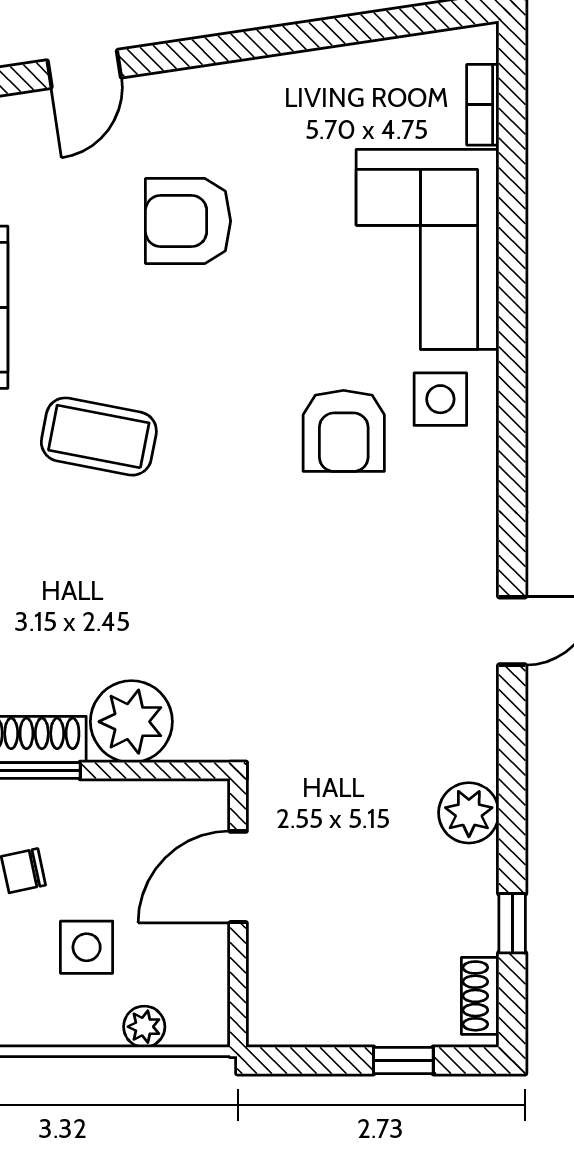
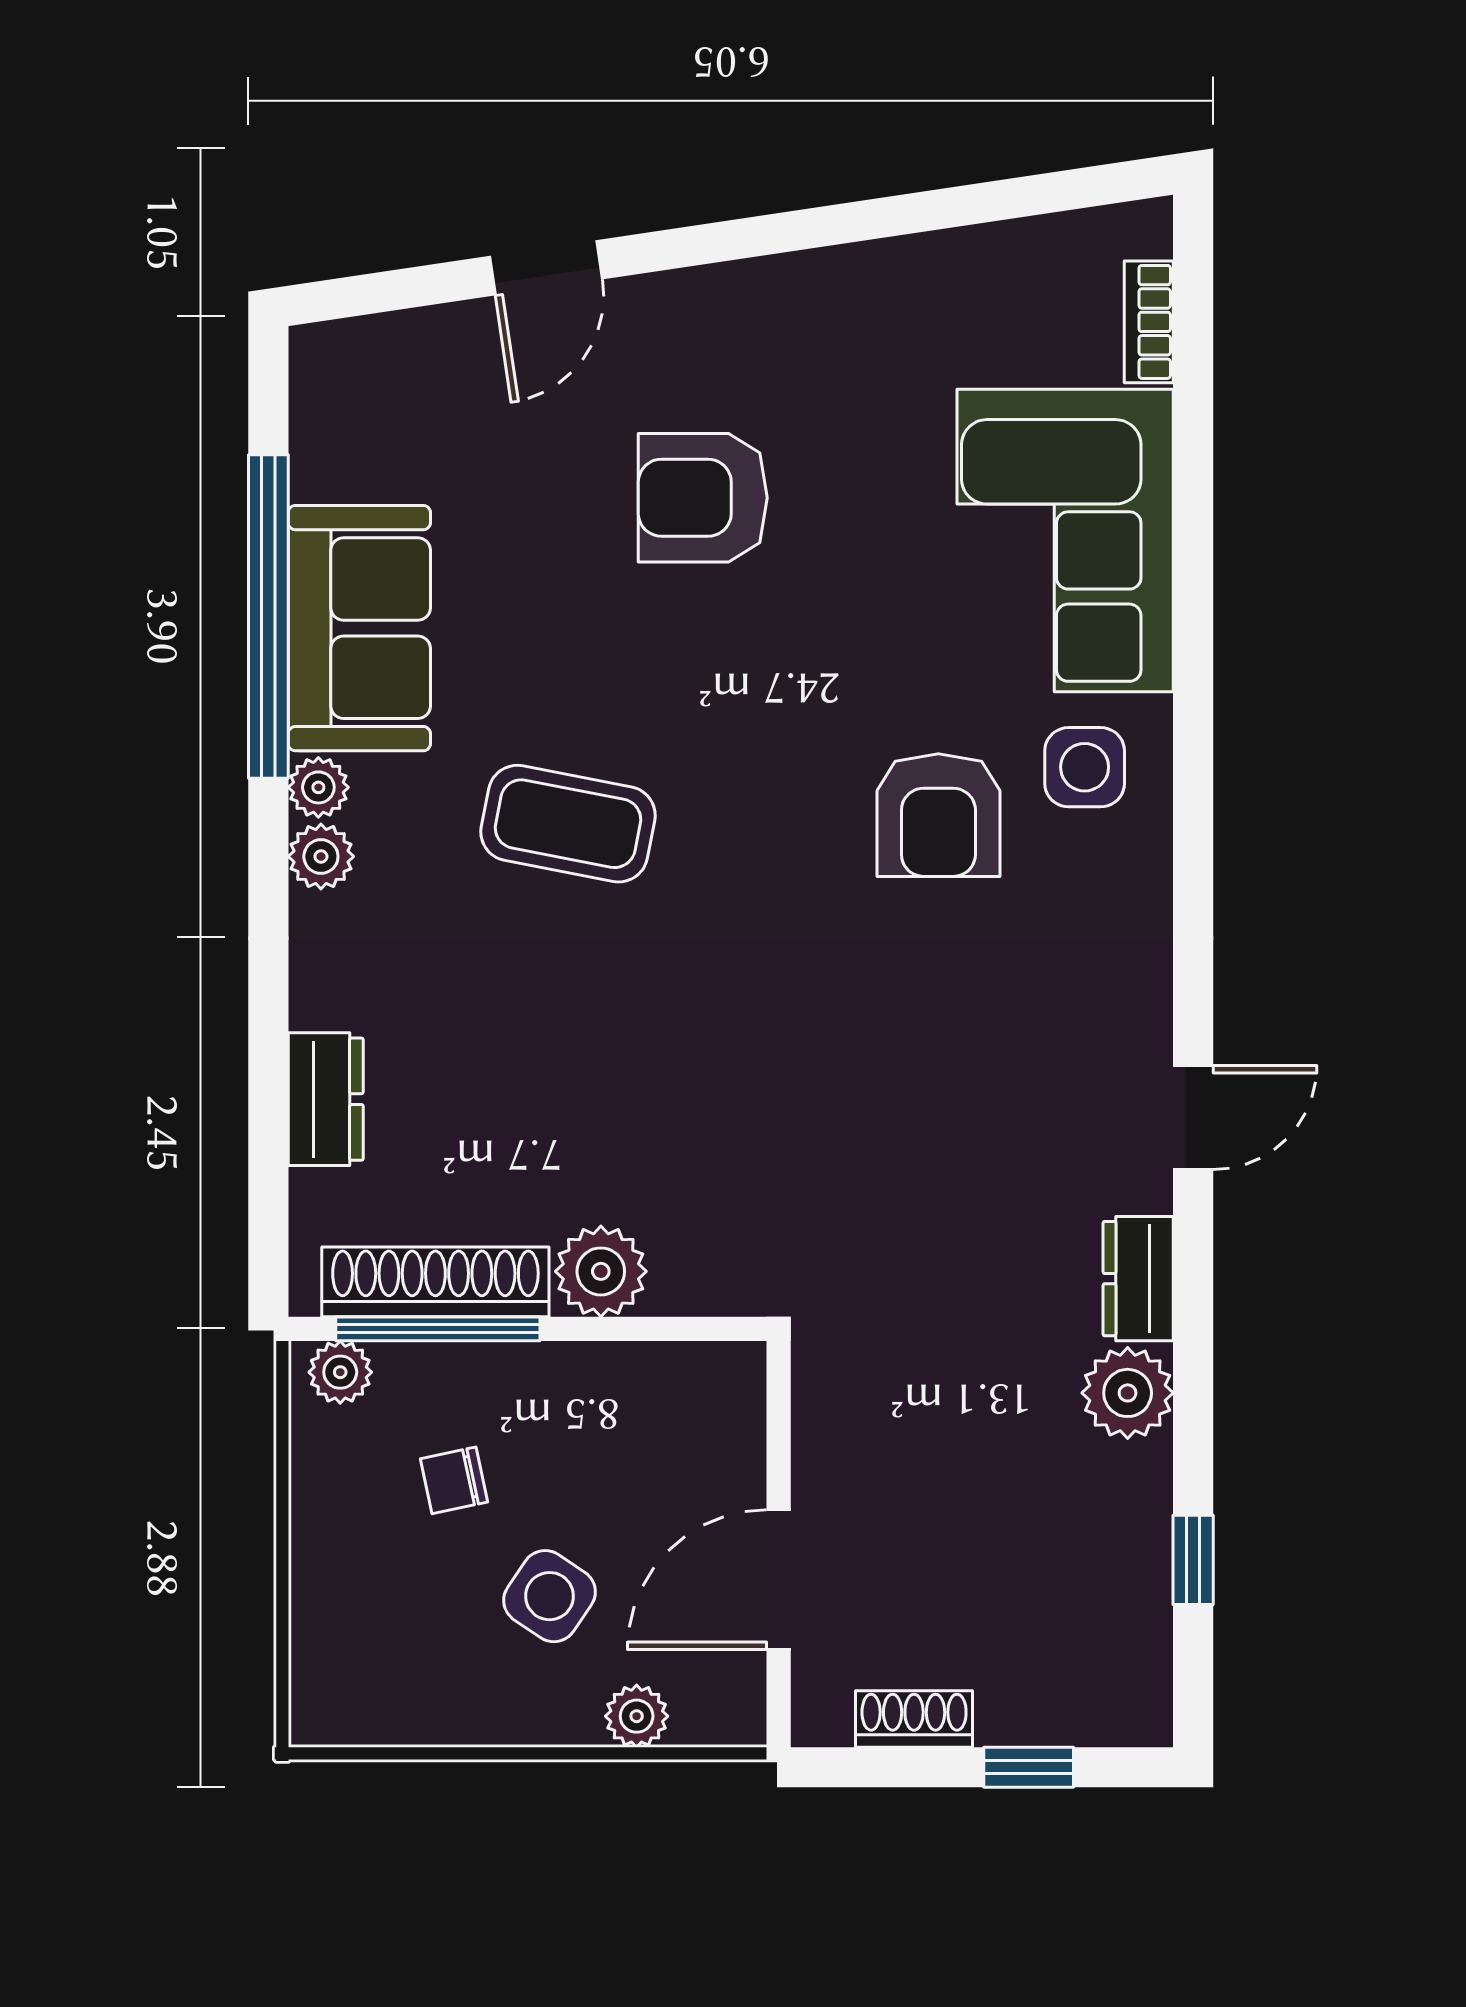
plant: (131, 722) -> (601, 1271), width x0.73, depth x0.73
dresser: (476, 737) -> (1138, 1279), added
door: (238, 877) -> (779, 1580), moved
side table: (87, 947) -> (549, 1596), turned 34
shoe rack: (480, 996) -> (914, 1719), moved, turned 90

